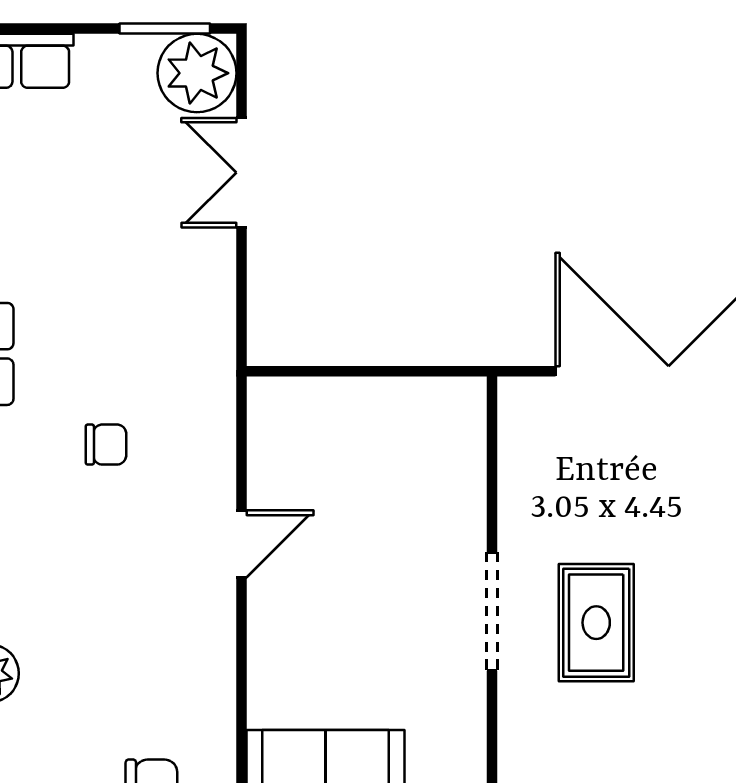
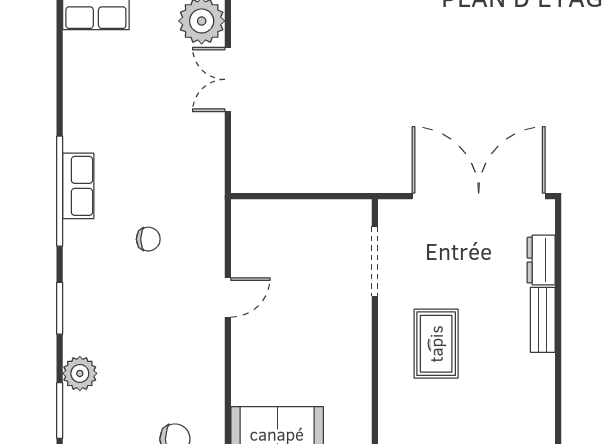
doorway: (492, 611) -> (375, 261), moved

